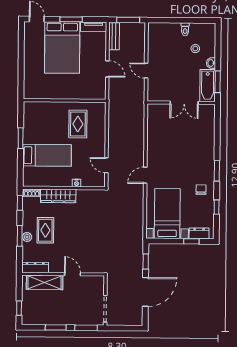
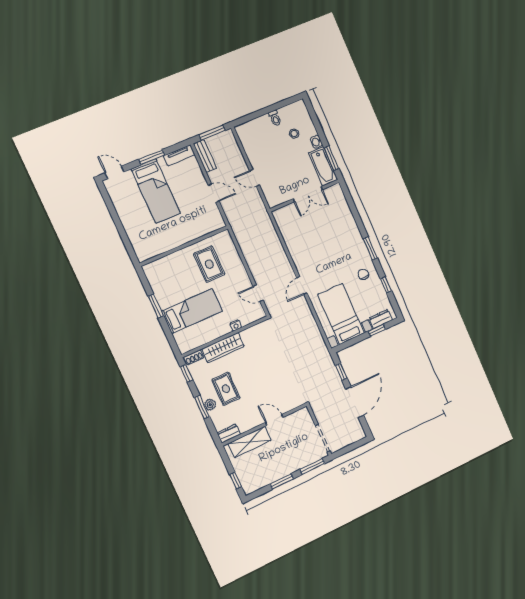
bed: (62, 47) -> (156, 191), width x0.67
dresser: (35, 267) -> (229, 434), width x0.70

